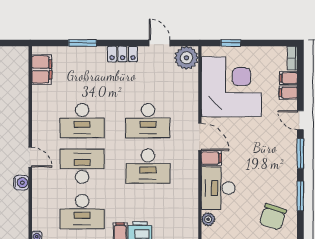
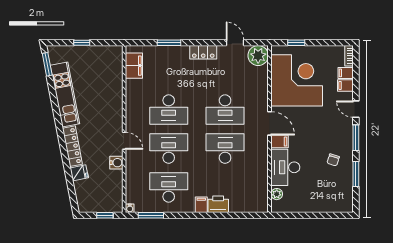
desk: (148, 166) -> (225, 149), turned 180
desk: (82, 212) -> (169, 188), turned 180
chair: (273, 217) -> (333, 160), moved, width x0.54, depth x0.54

